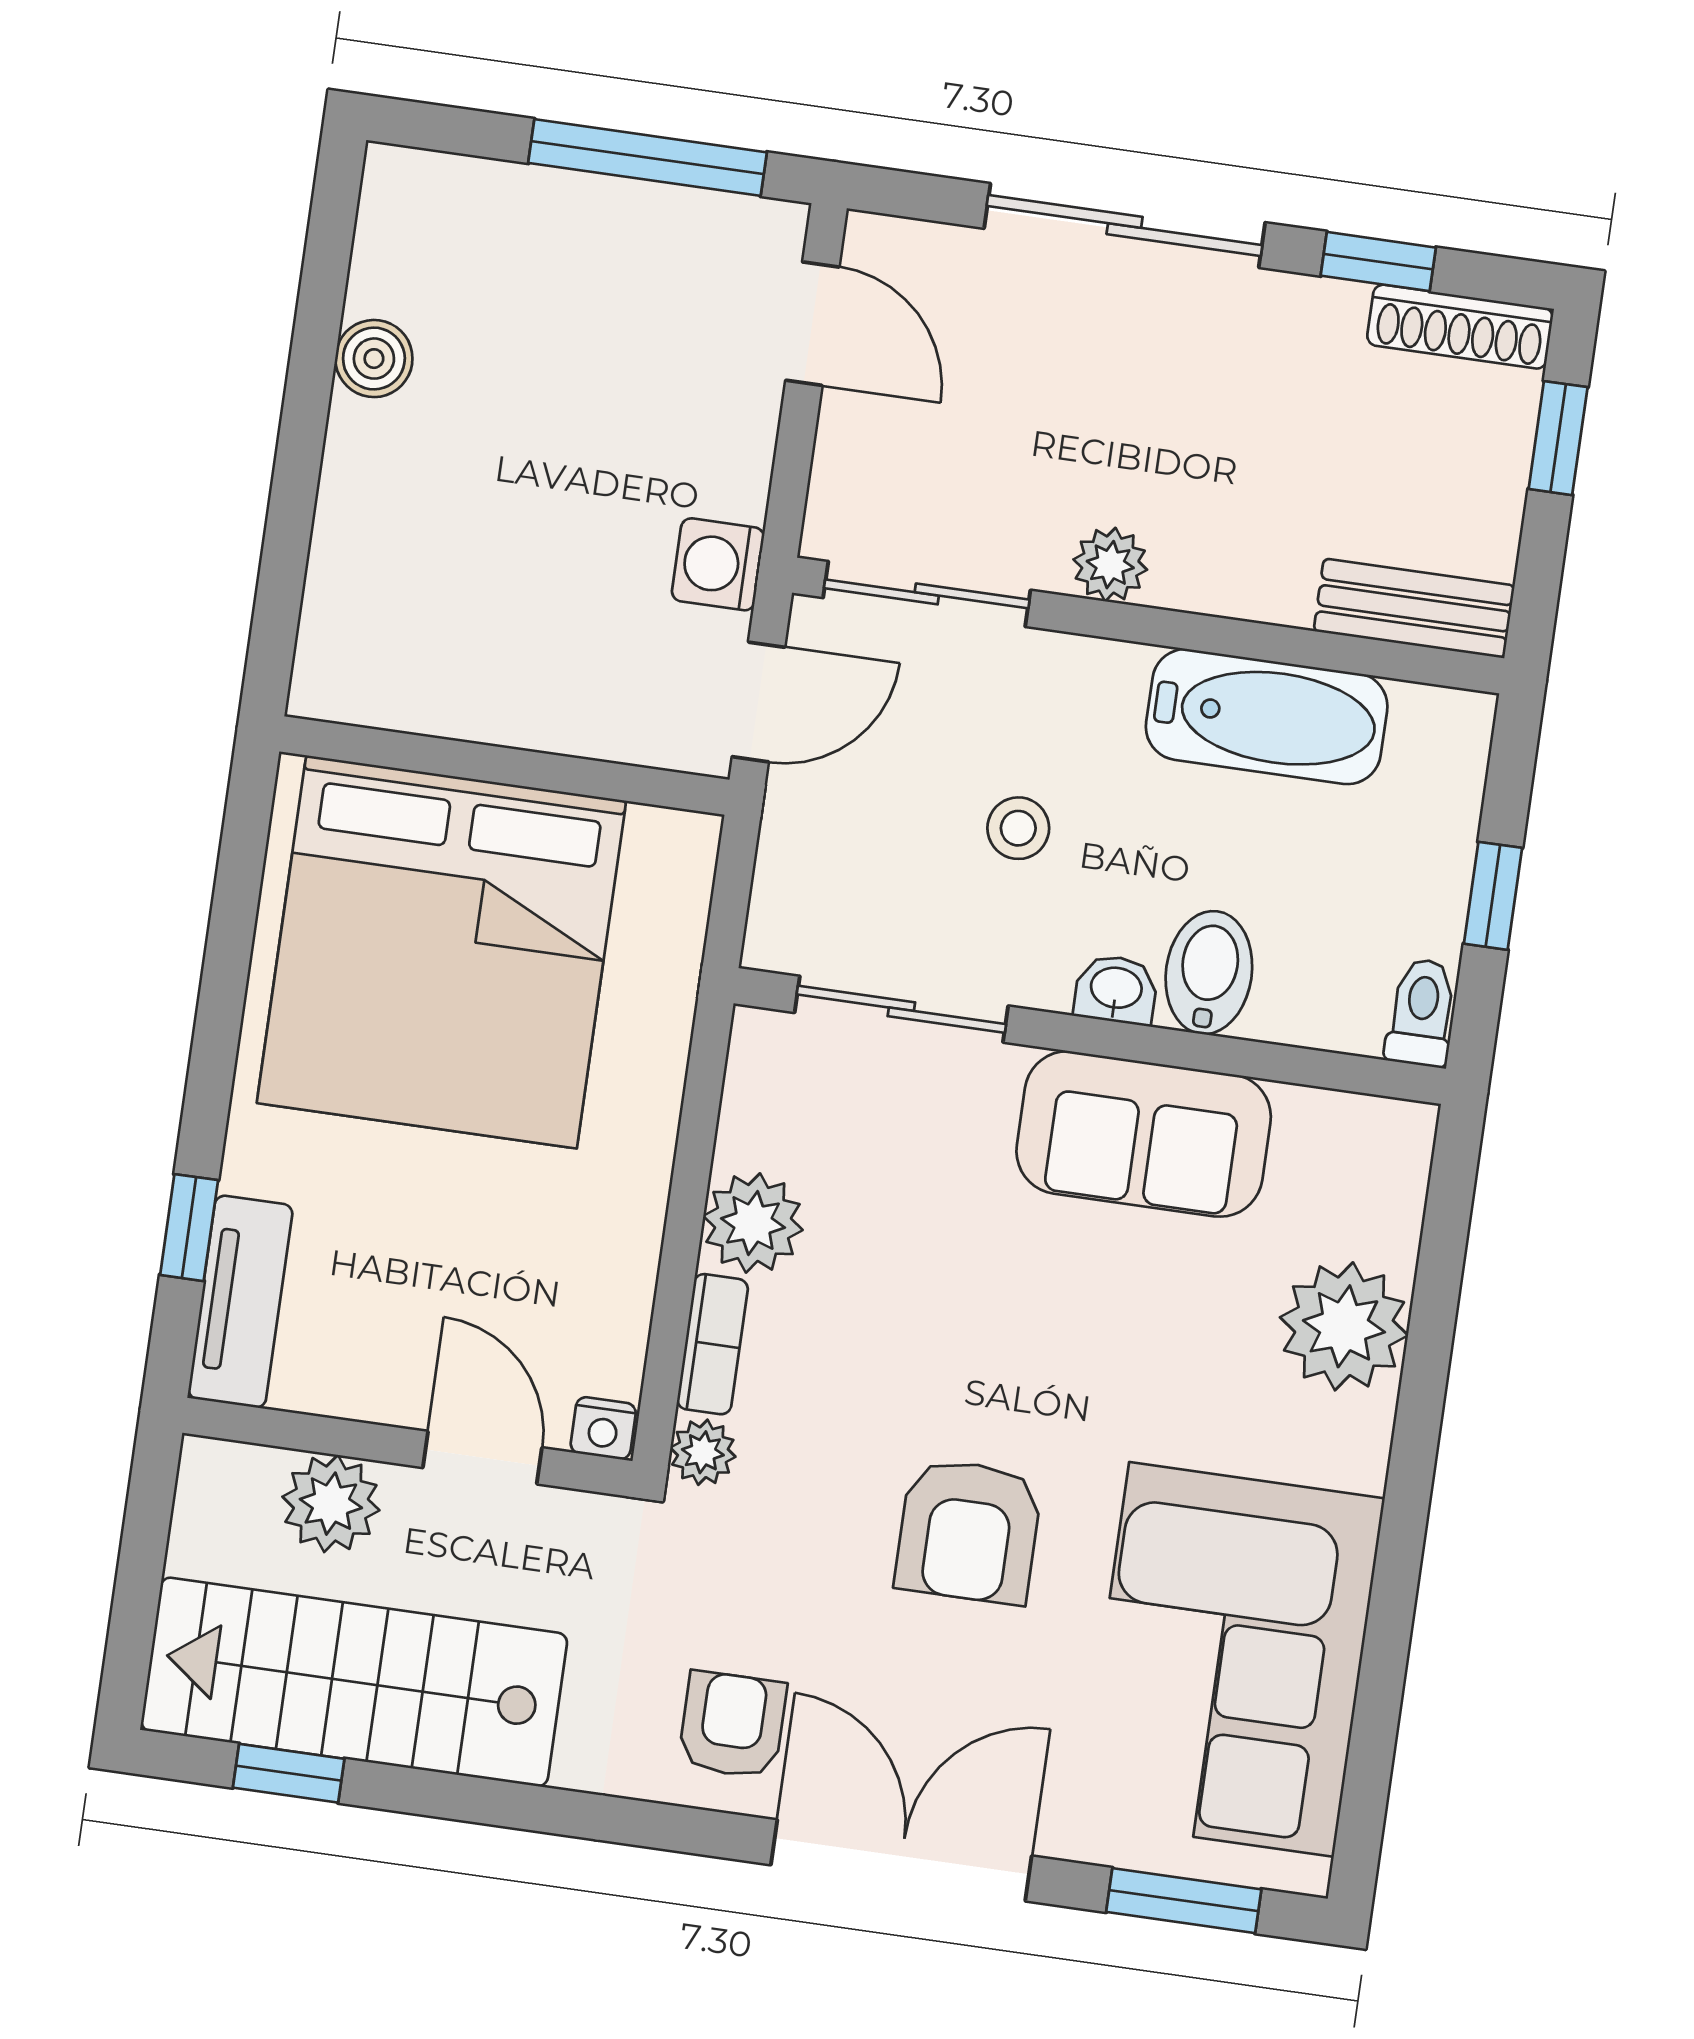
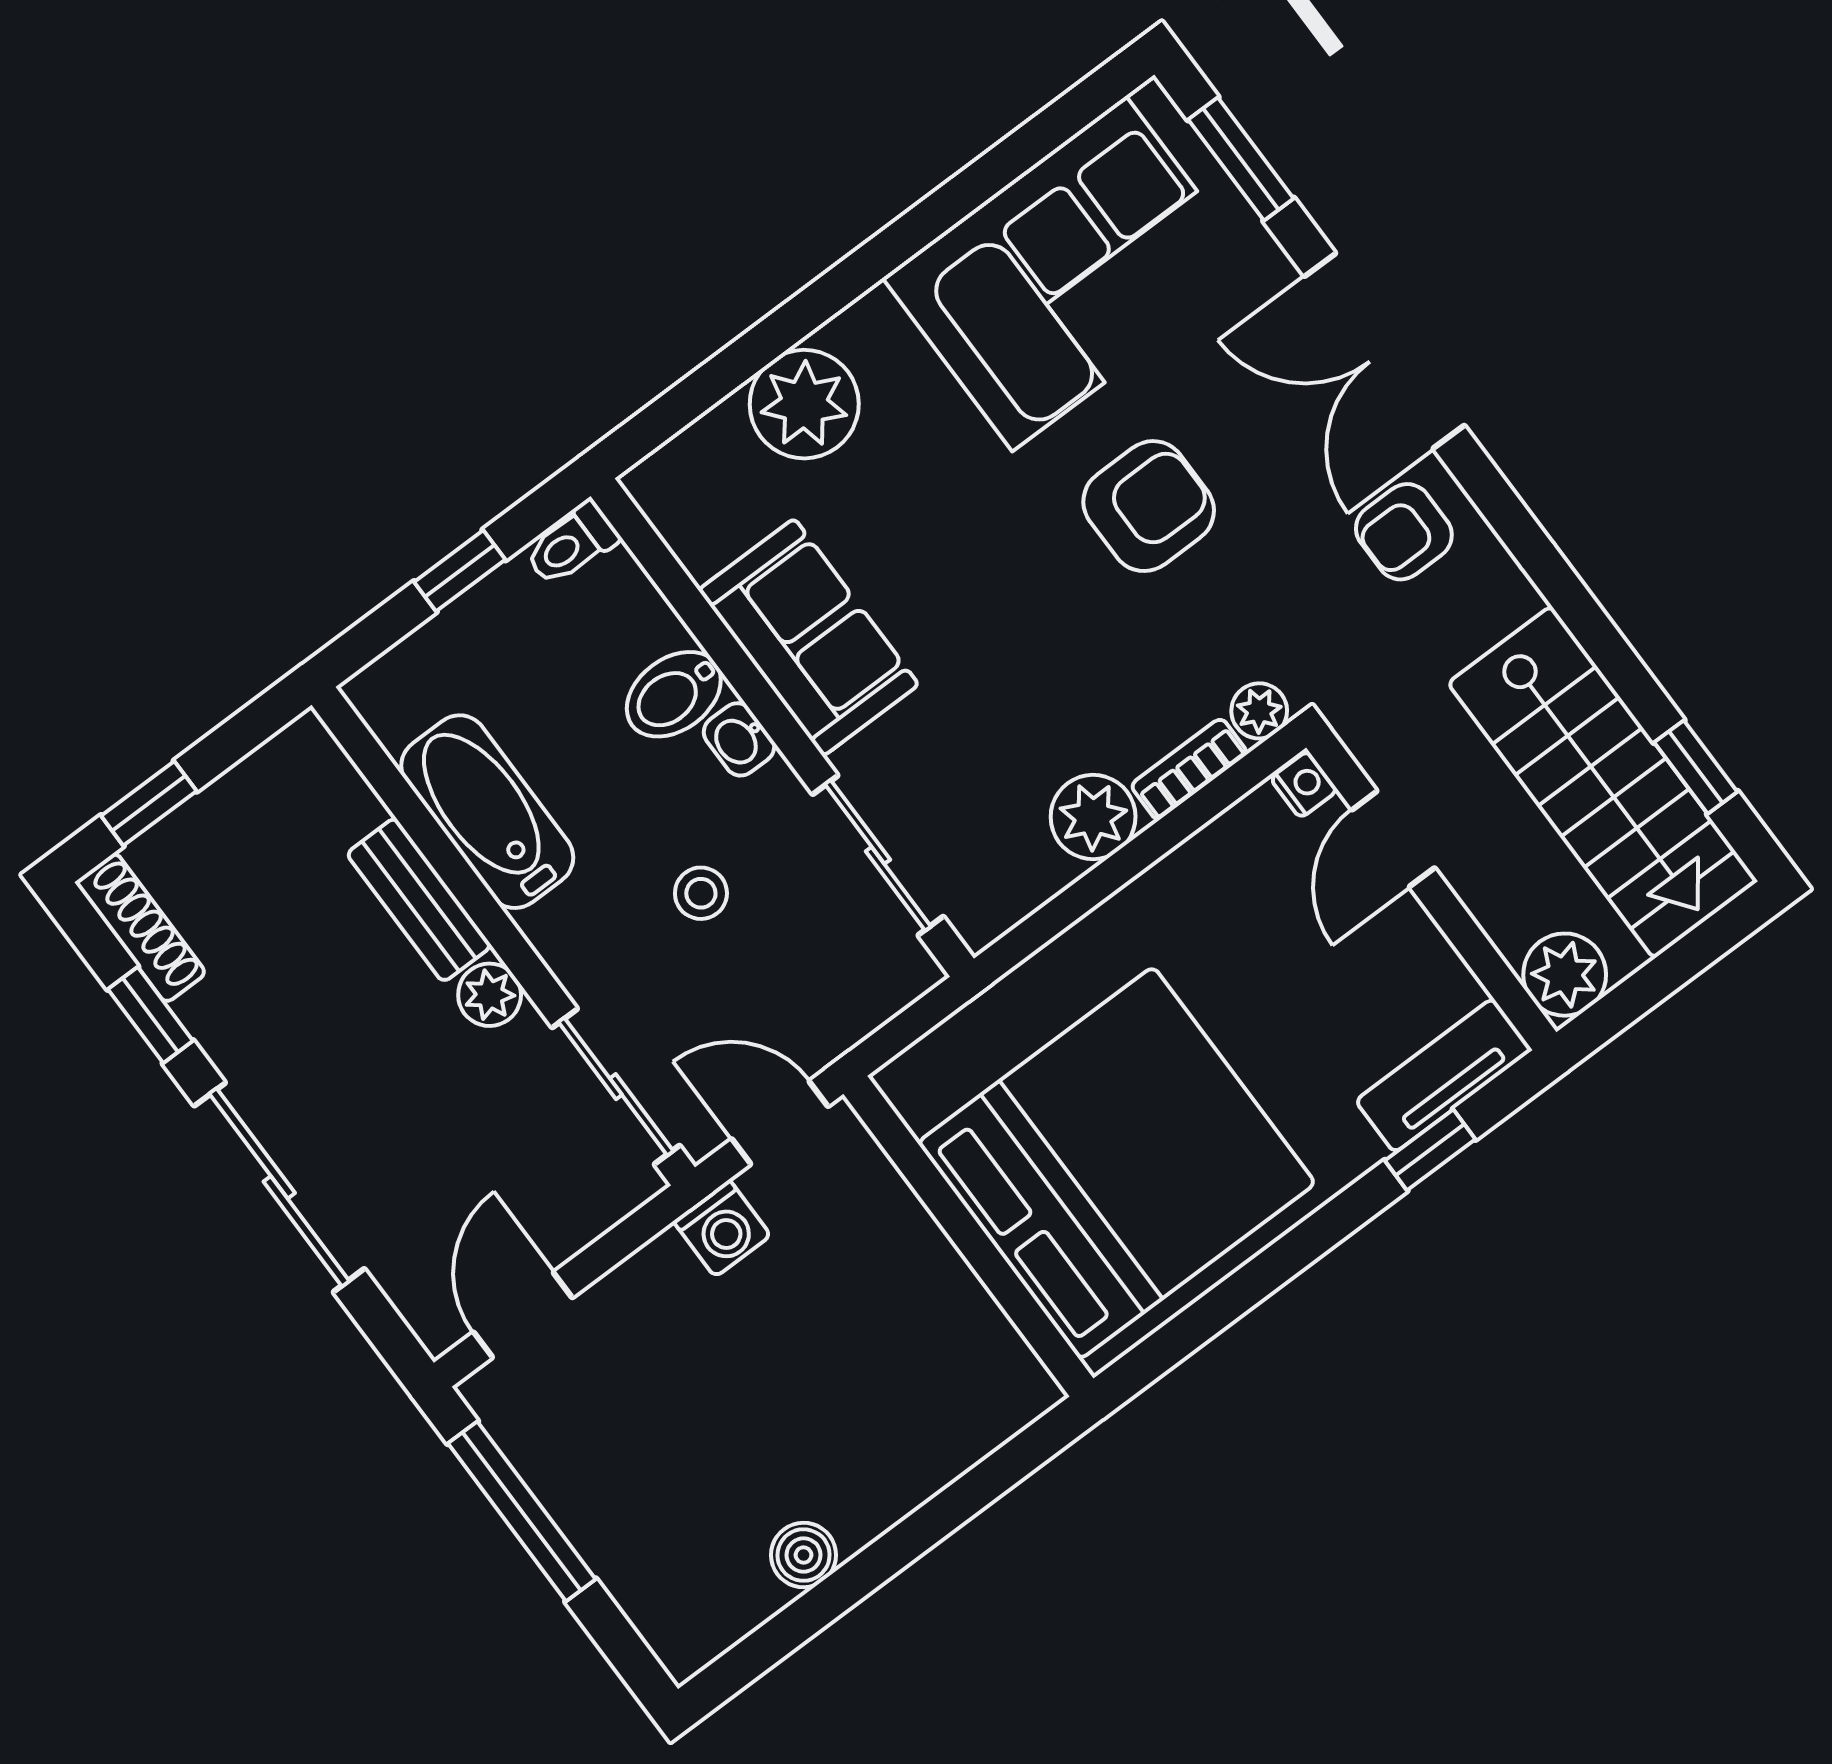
bench: (1414, 608) -> (419, 900), moved
plant: (331, 1504) -> (1565, 975), moved

